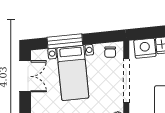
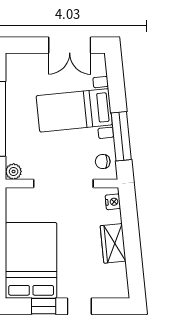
window: (65, 41) -> (121, 136), moved
nightstand: (145, 48) -> (113, 202), width x0.53, depth x0.56

